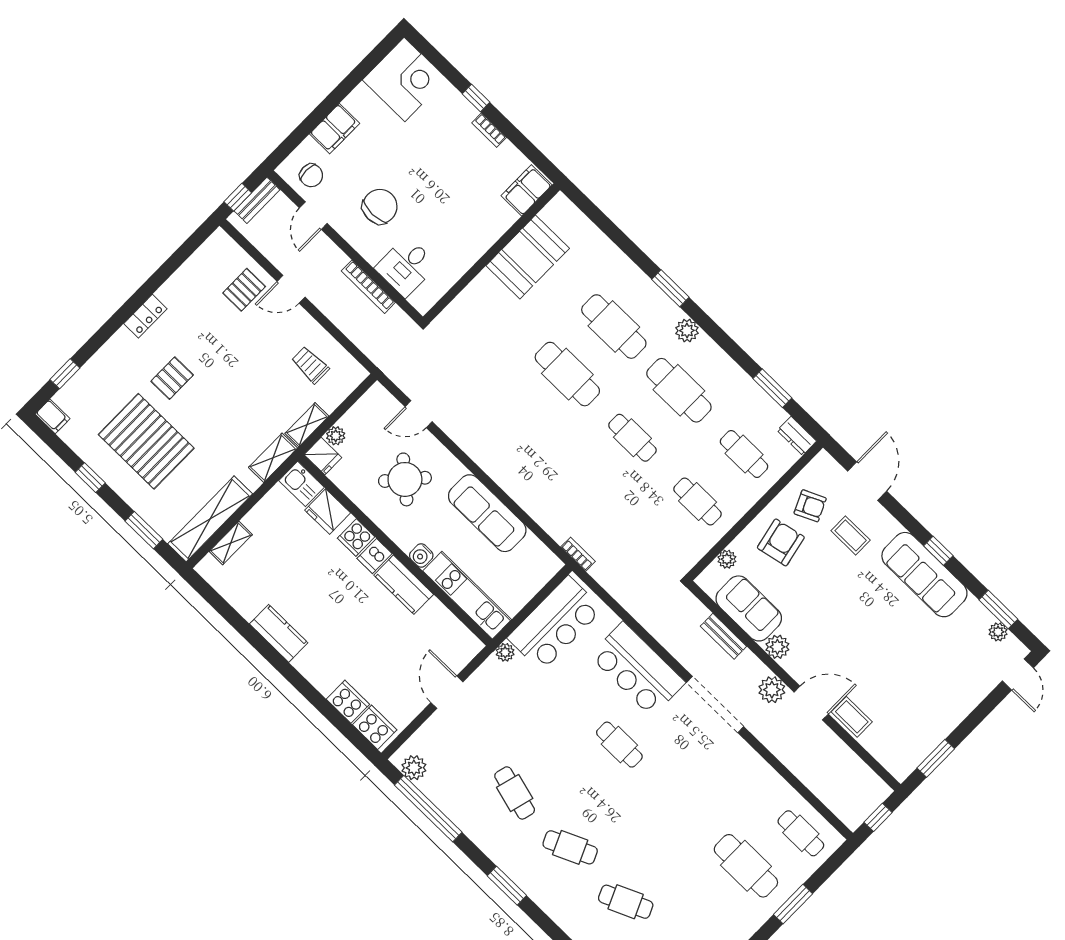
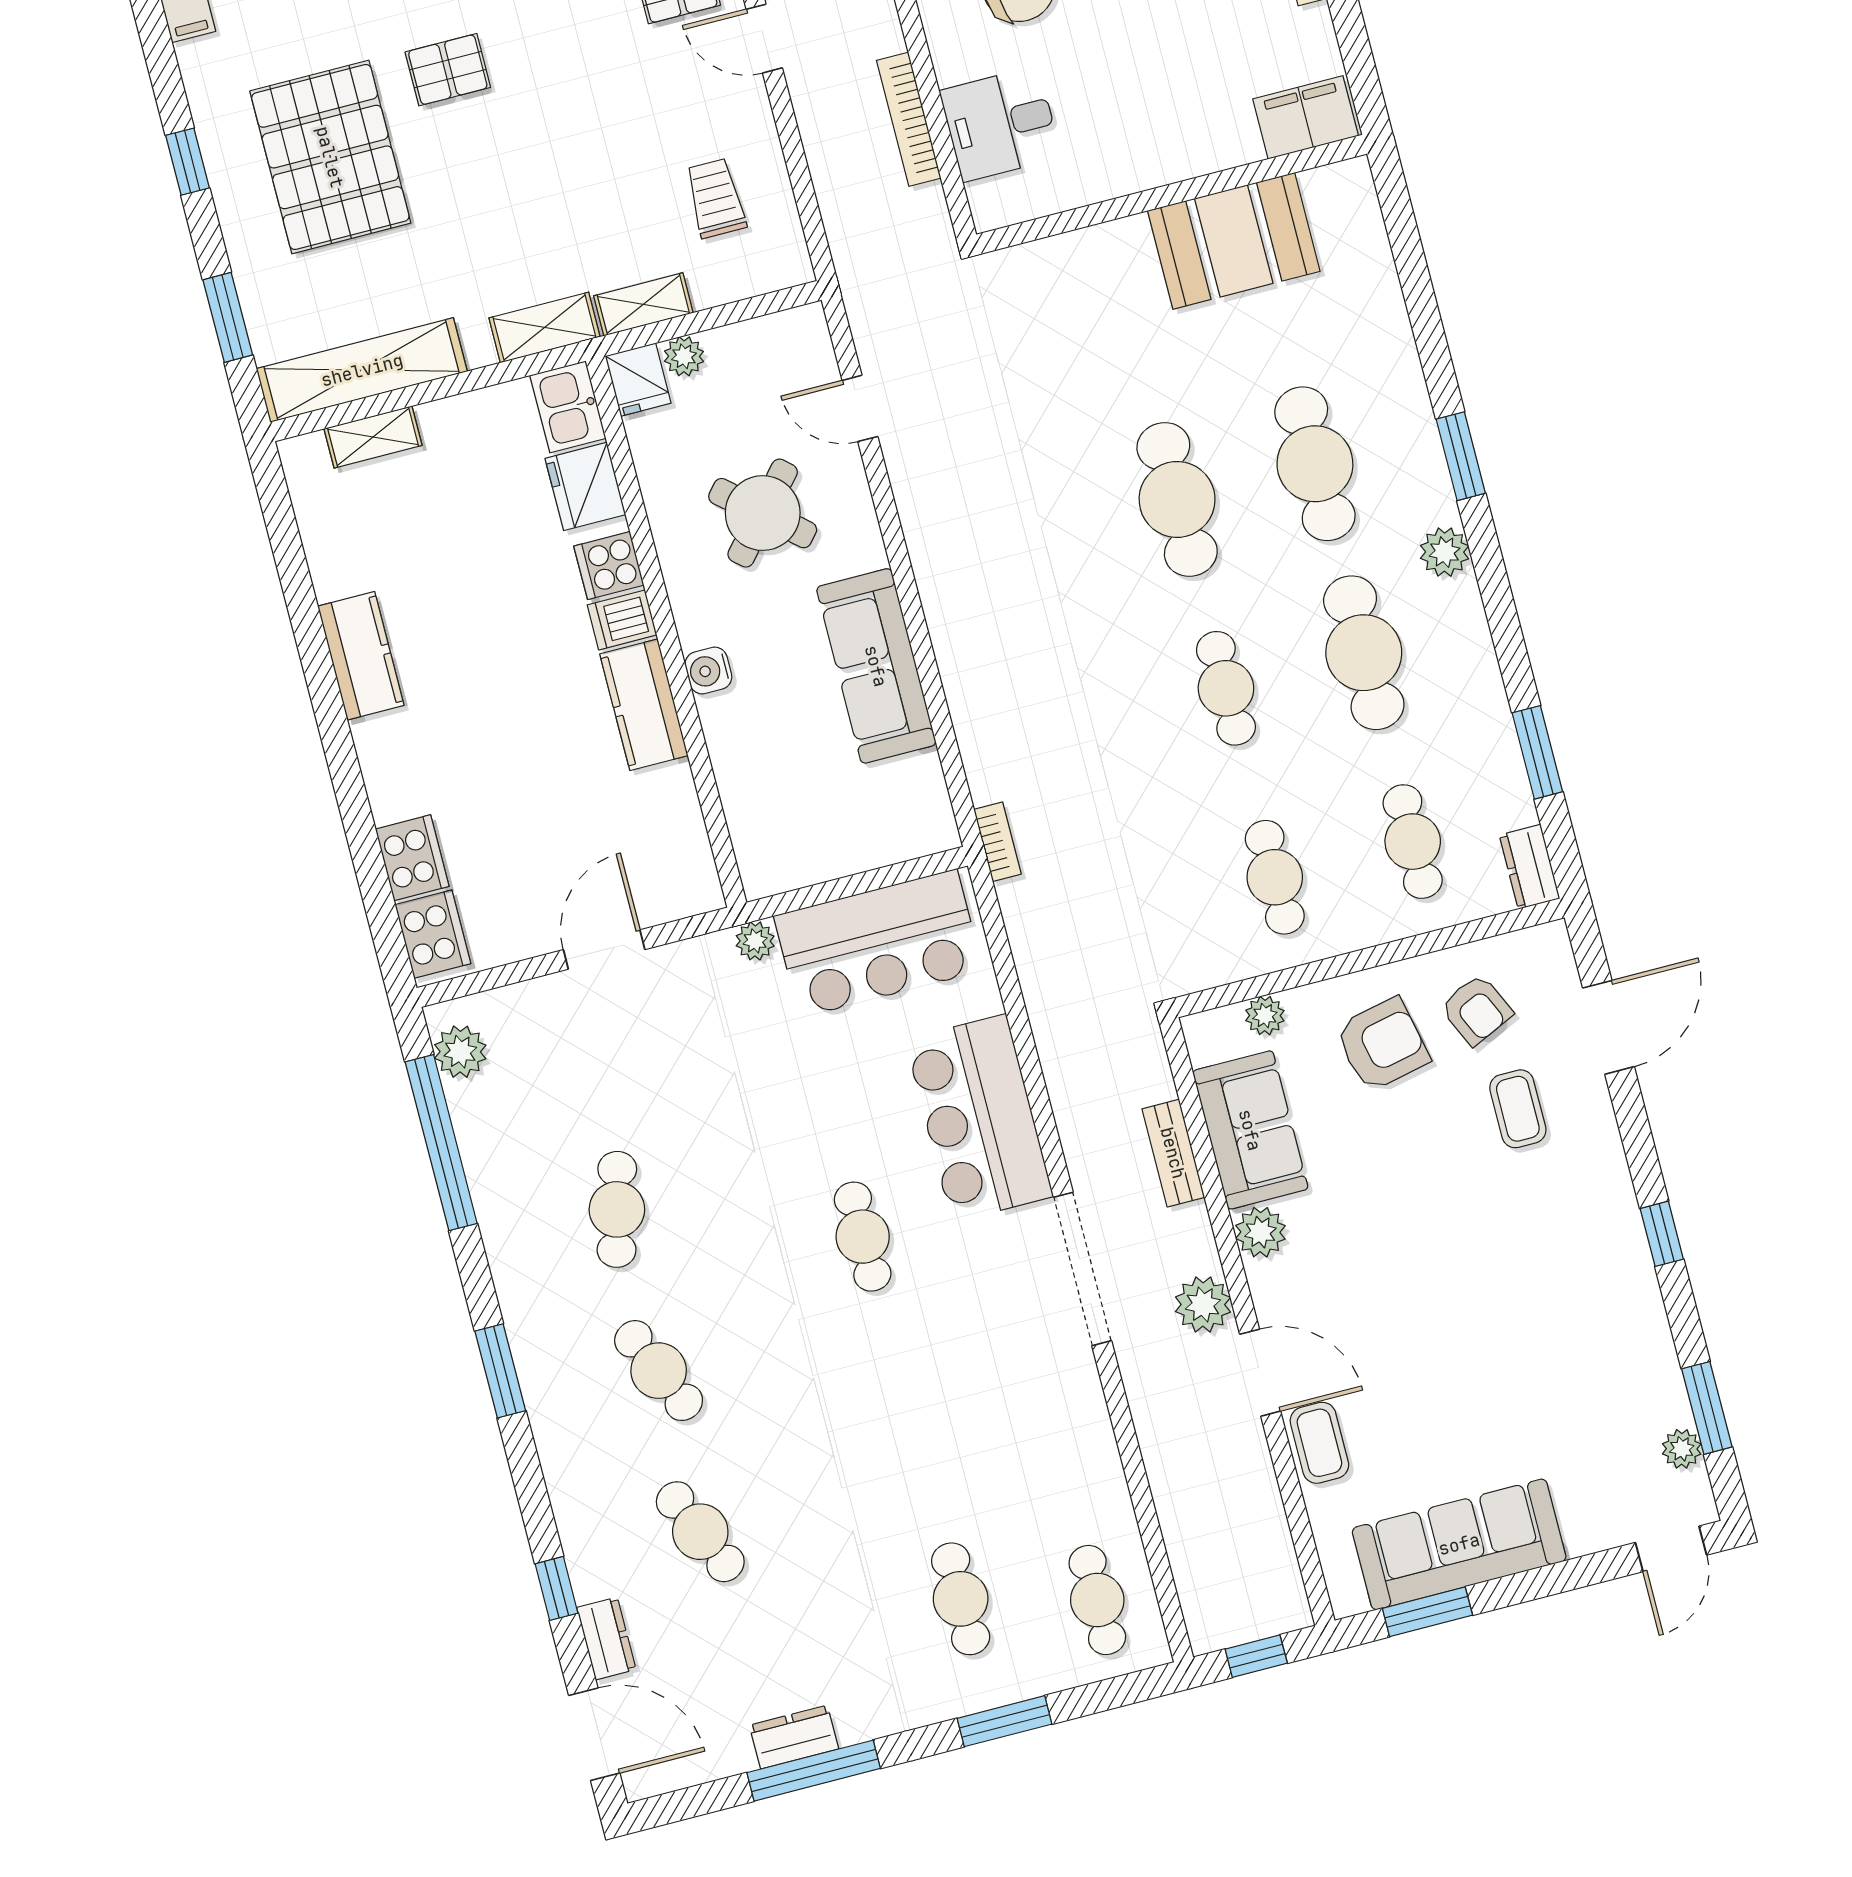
sofa: (924, 575) -> (1459, 1544), moved, turned 90
kitchen unit: (467, 595) -> (749, 794), removed
cafe table: (746, 866) -> (961, 1599), width x0.73, depth x0.74

